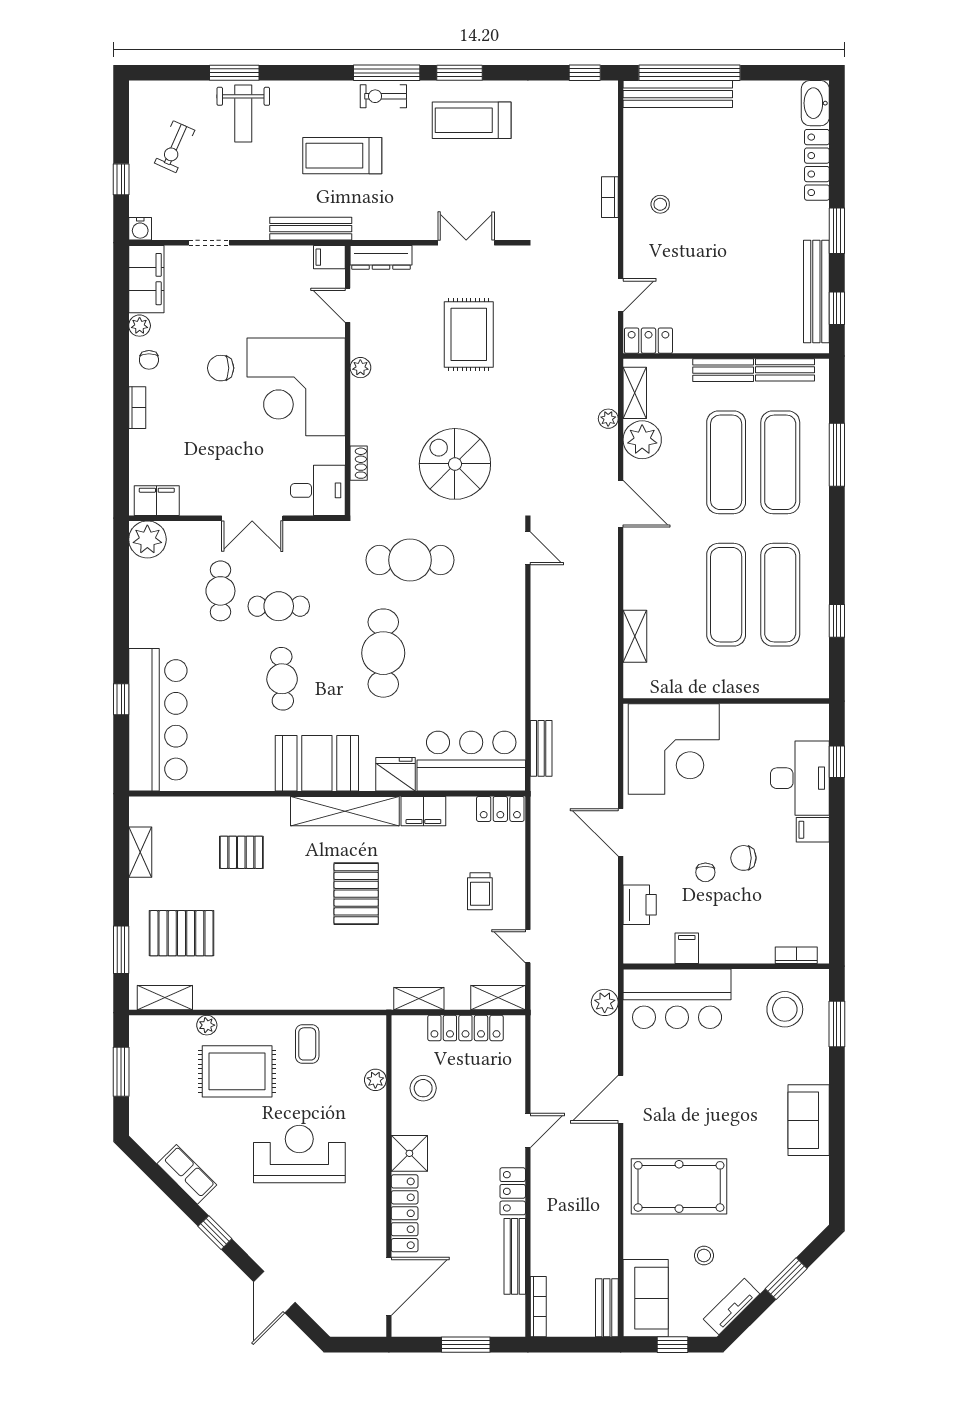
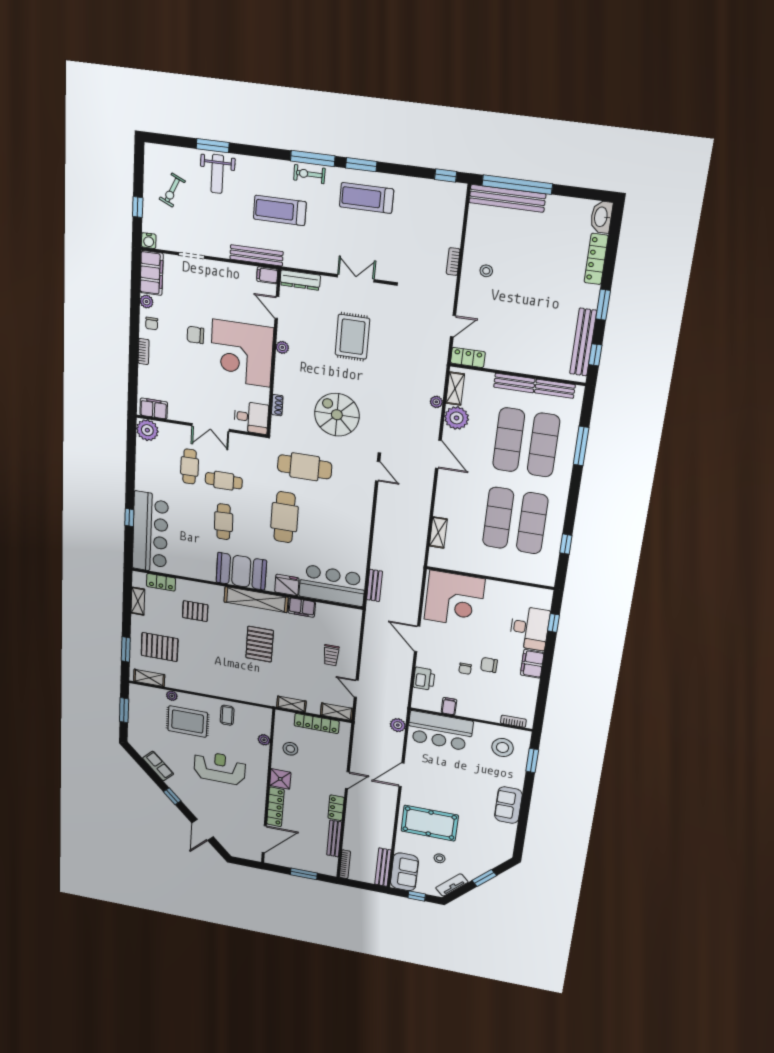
locker: (500, 809) -> (161, 582), moved
filing cabinet: (813, 830) -> (532, 664), width x2.00
bench: (607, 1308) -> (383, 867), width x1.36

